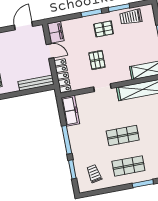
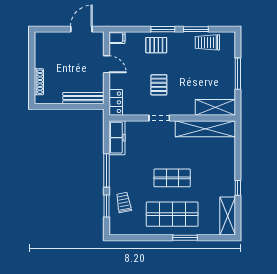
pallet: (104, 29) -> (156, 45), moved
filing cabinet: (56, 32) -> (117, 38), width x0.50
locker: (63, 76) -> (116, 102), width x0.66
shop shelf: (128, 166) -> (172, 214), width x1.43, depth x1.36
trolley: (94, 174) -> (124, 202), moved

